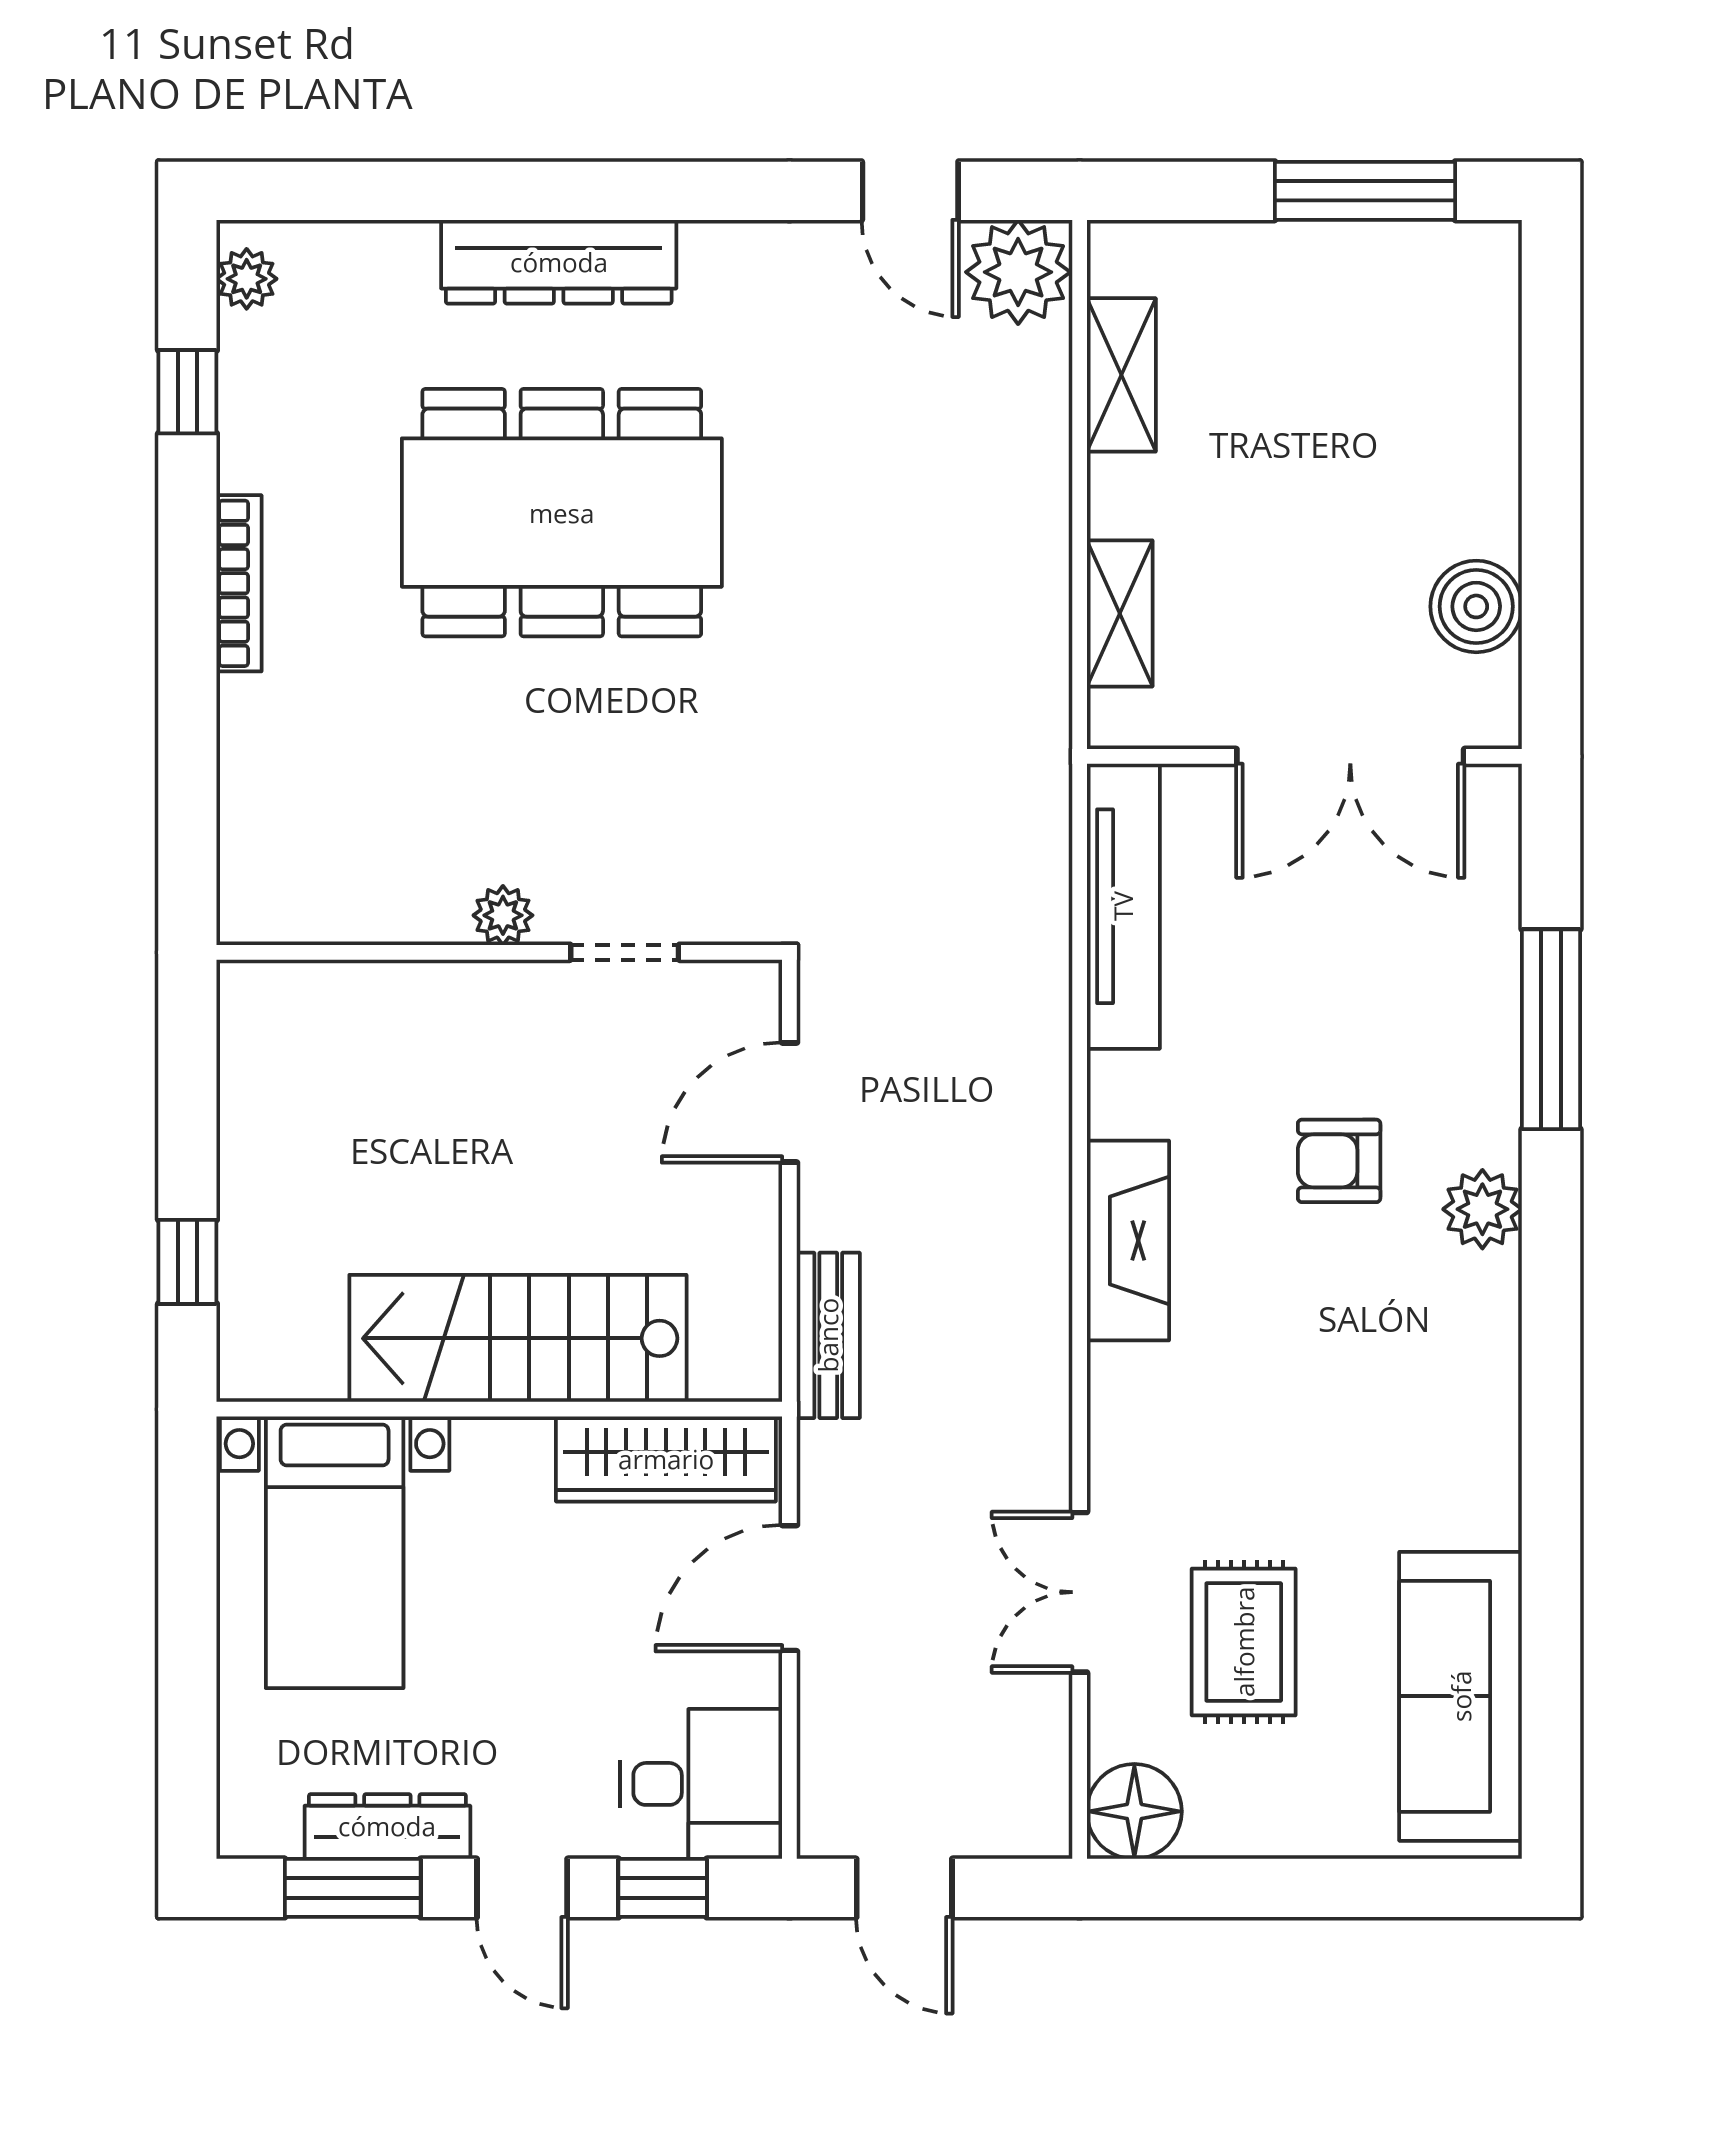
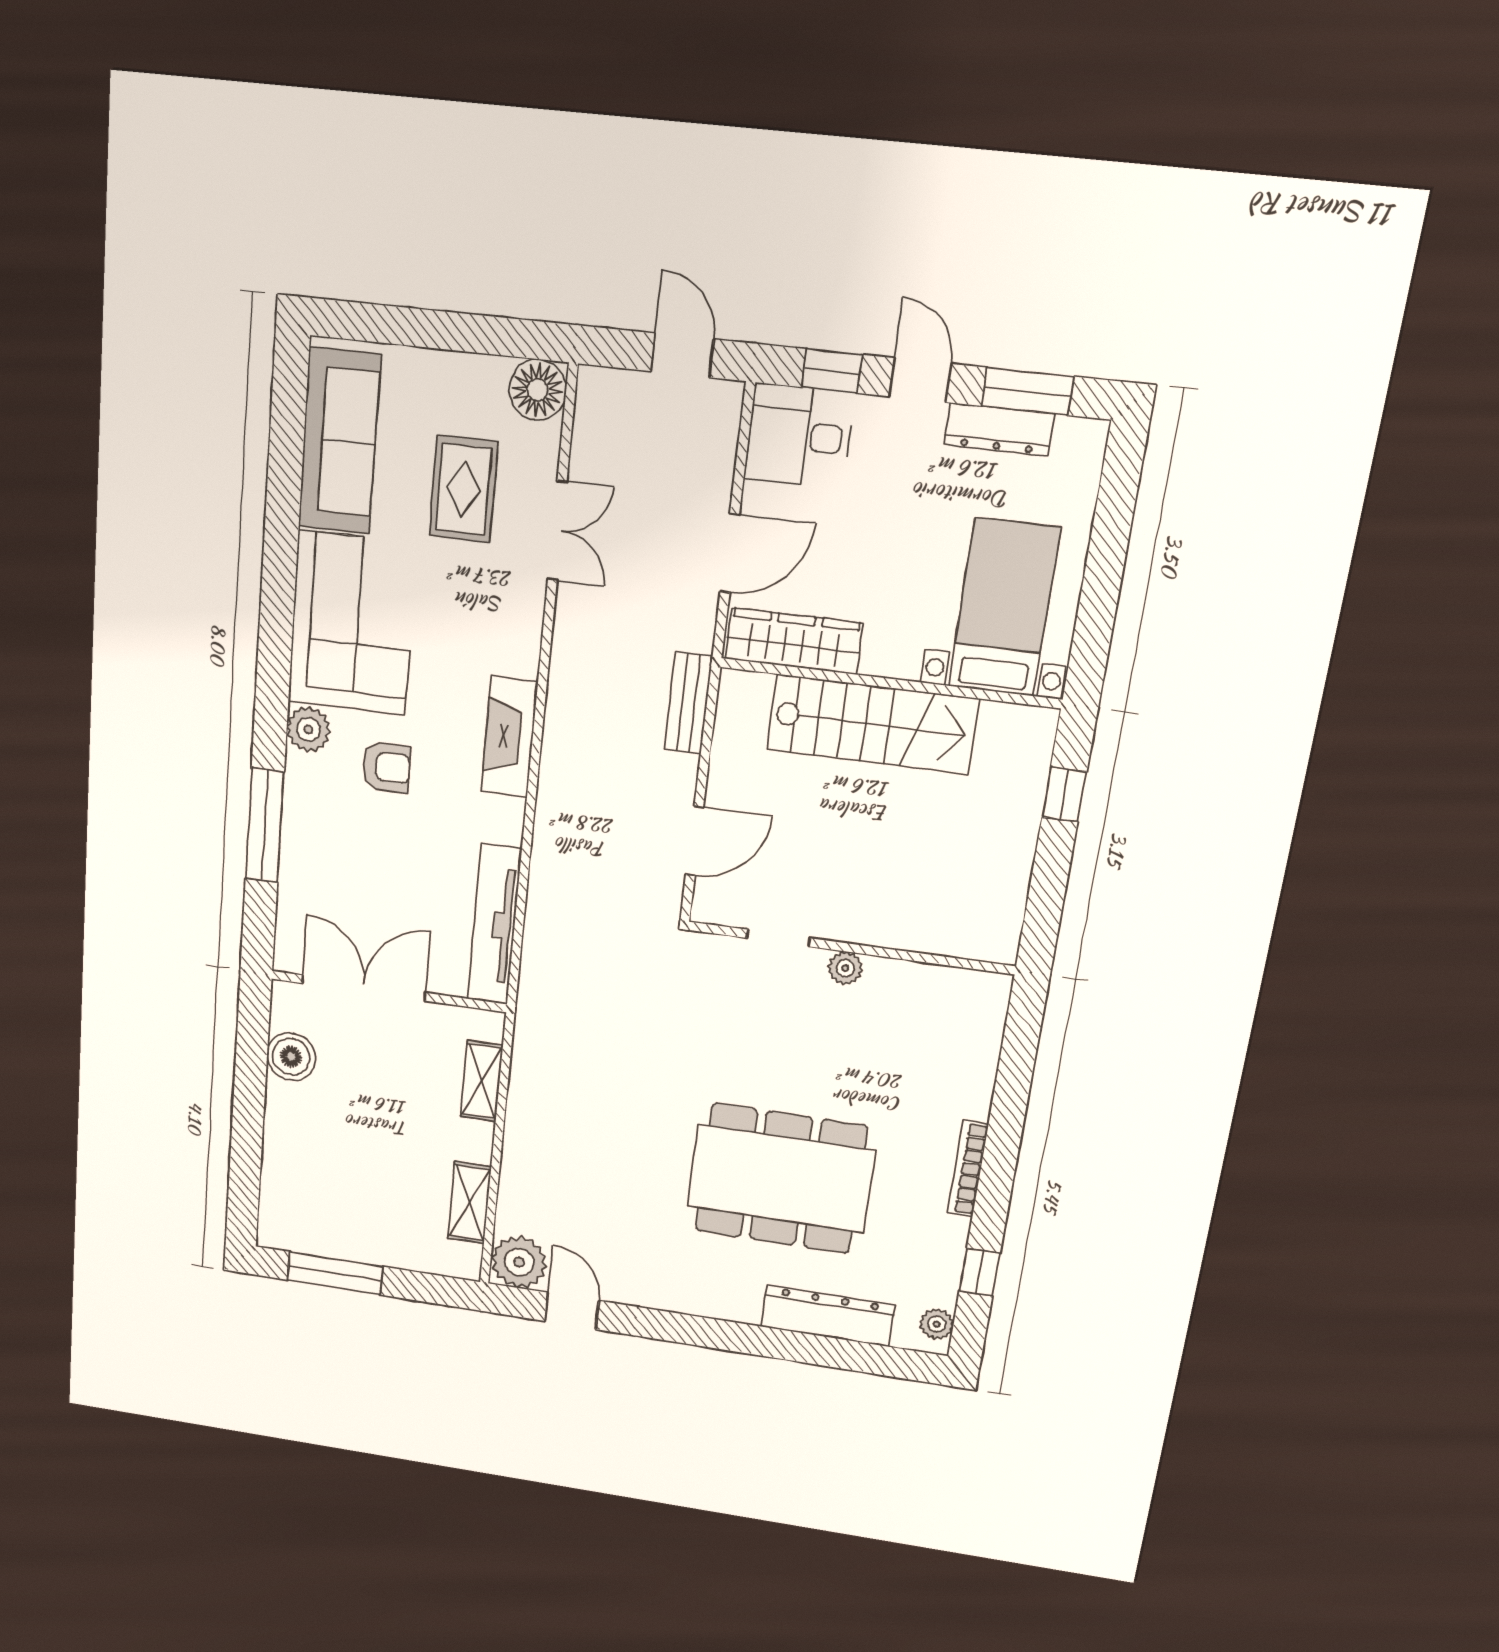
dresser: (559, 262) -> (828, 1316), moved
corner sofa: (1418, 1400) -> (352, 623), added

